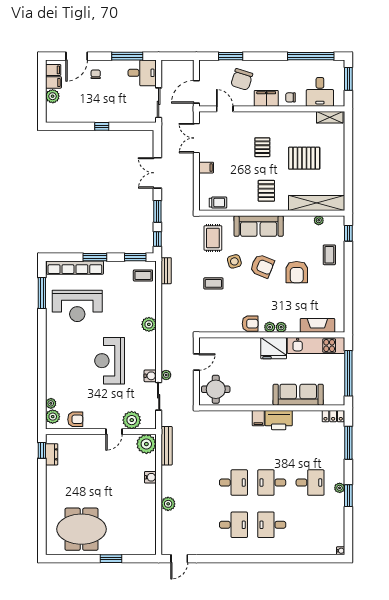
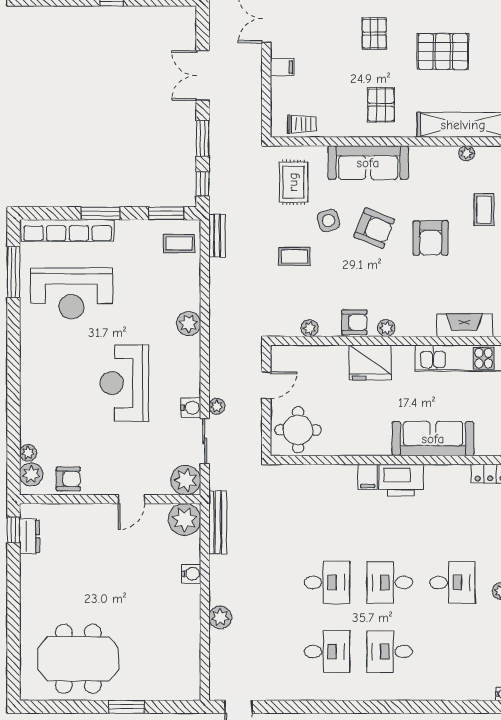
plant: (281, 327) -> (310, 328), moved
fridge: (274, 348) -> (370, 363), moved
plant: (132, 420) -> (186, 480), moved

